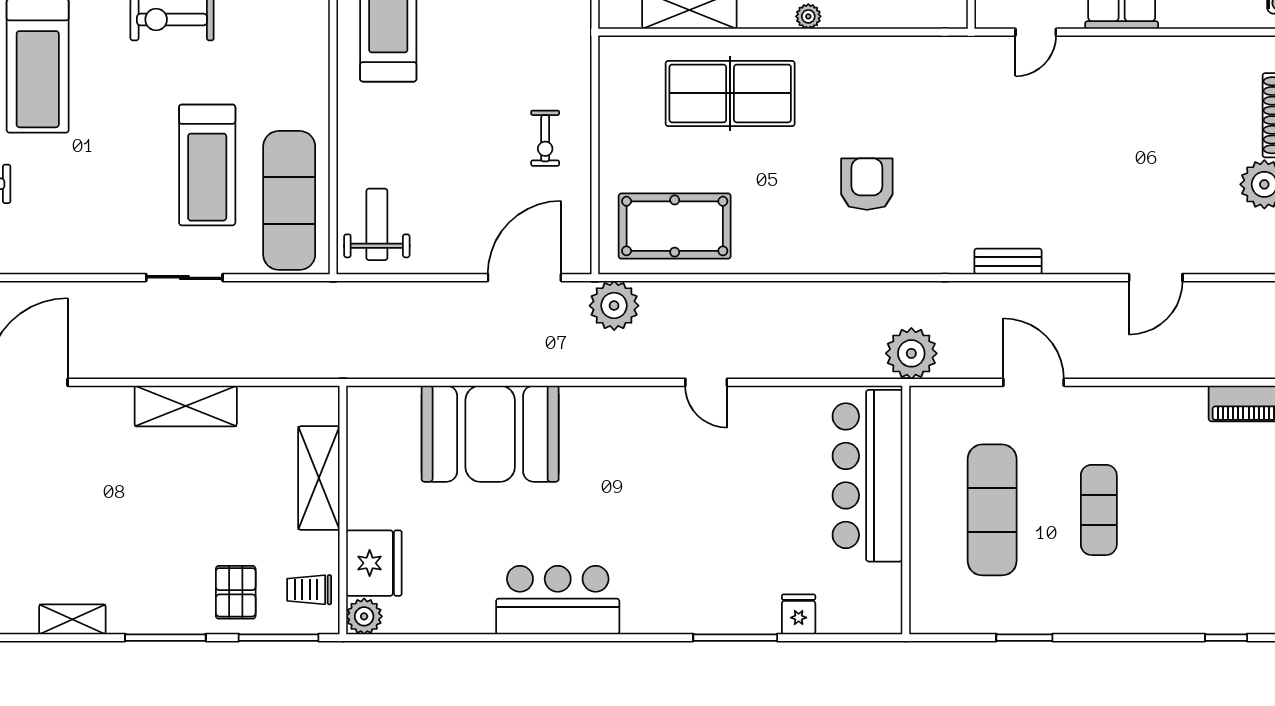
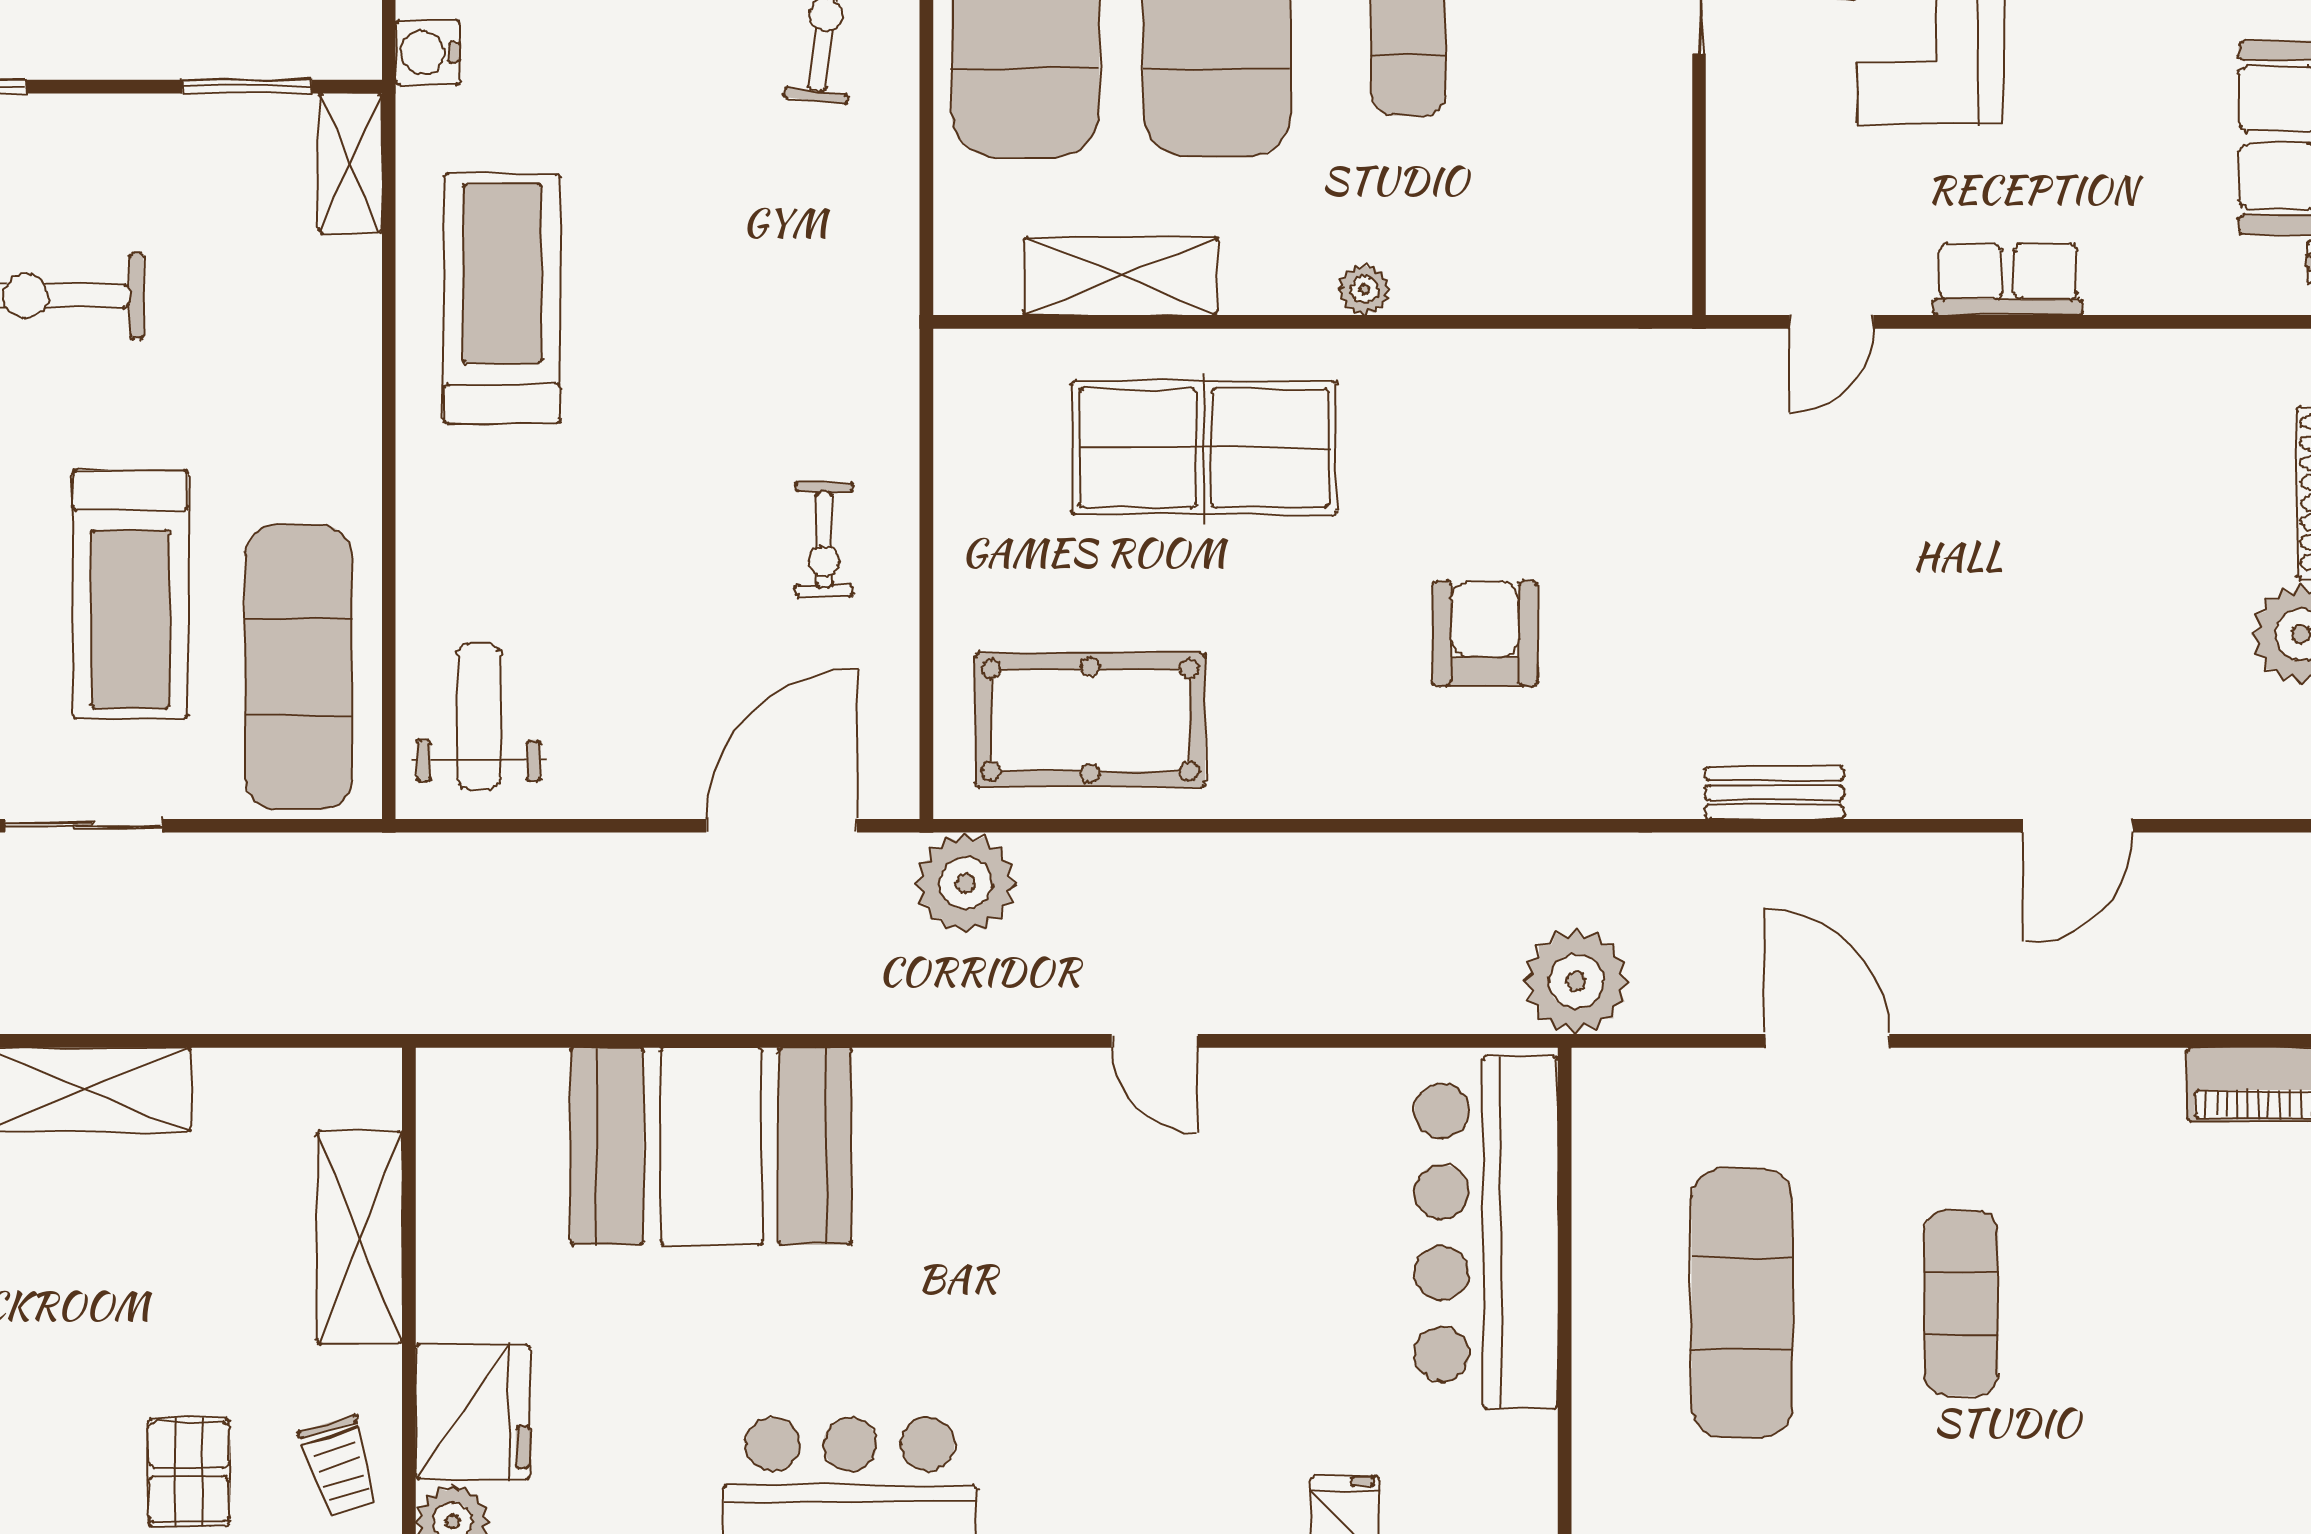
trolley: (309, 590) -> (340, 1467), turned -107

